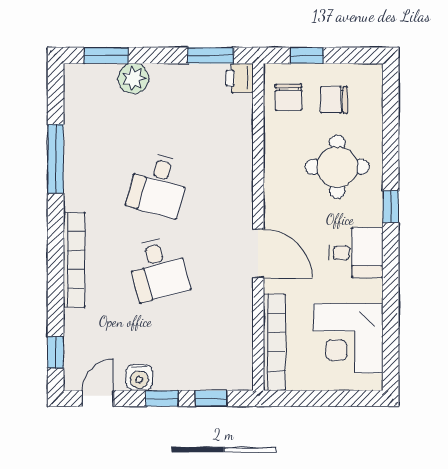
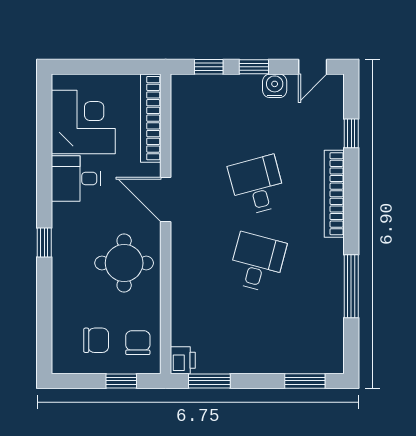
plant: (133, 78) -> (280, 360), removed
round table: (337, 167) -> (124, 263), moved
desk: (356, 253) -> (76, 179), moved
window: (56, 352) -> (351, 133), moved

